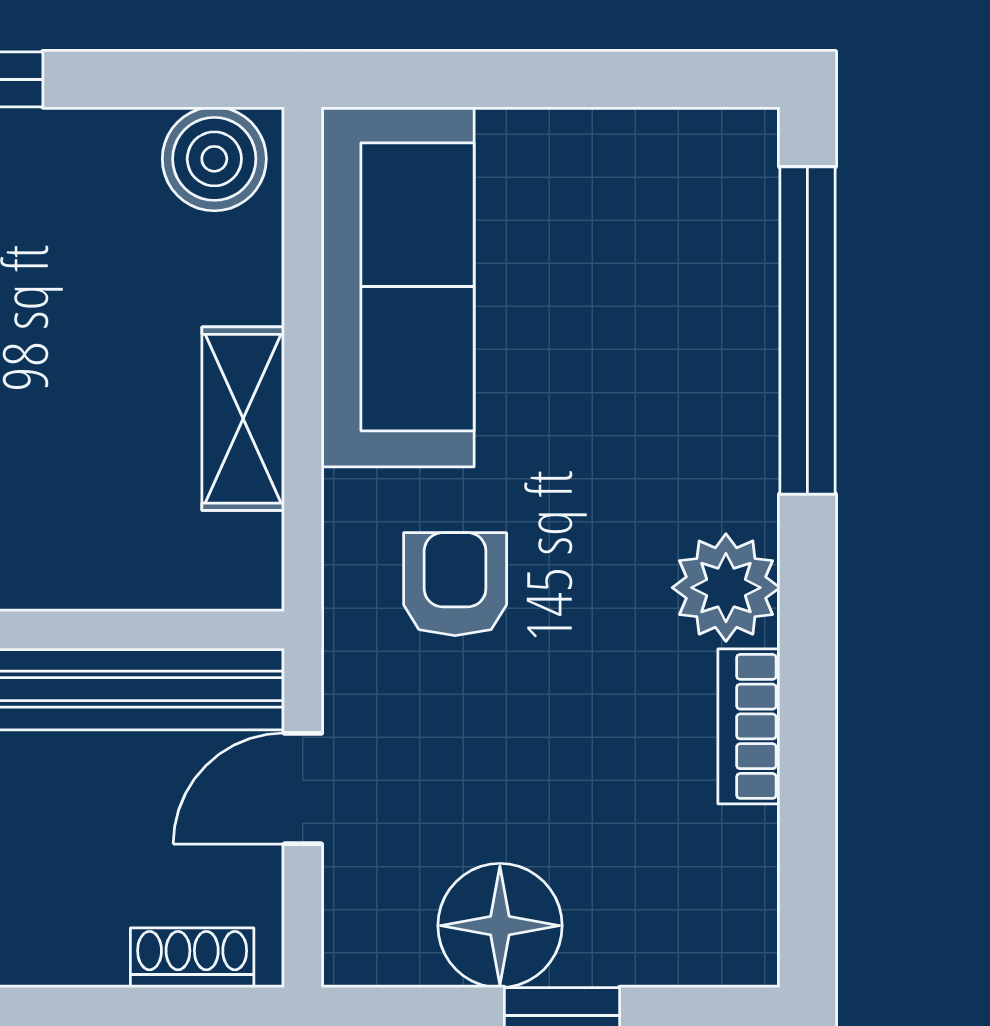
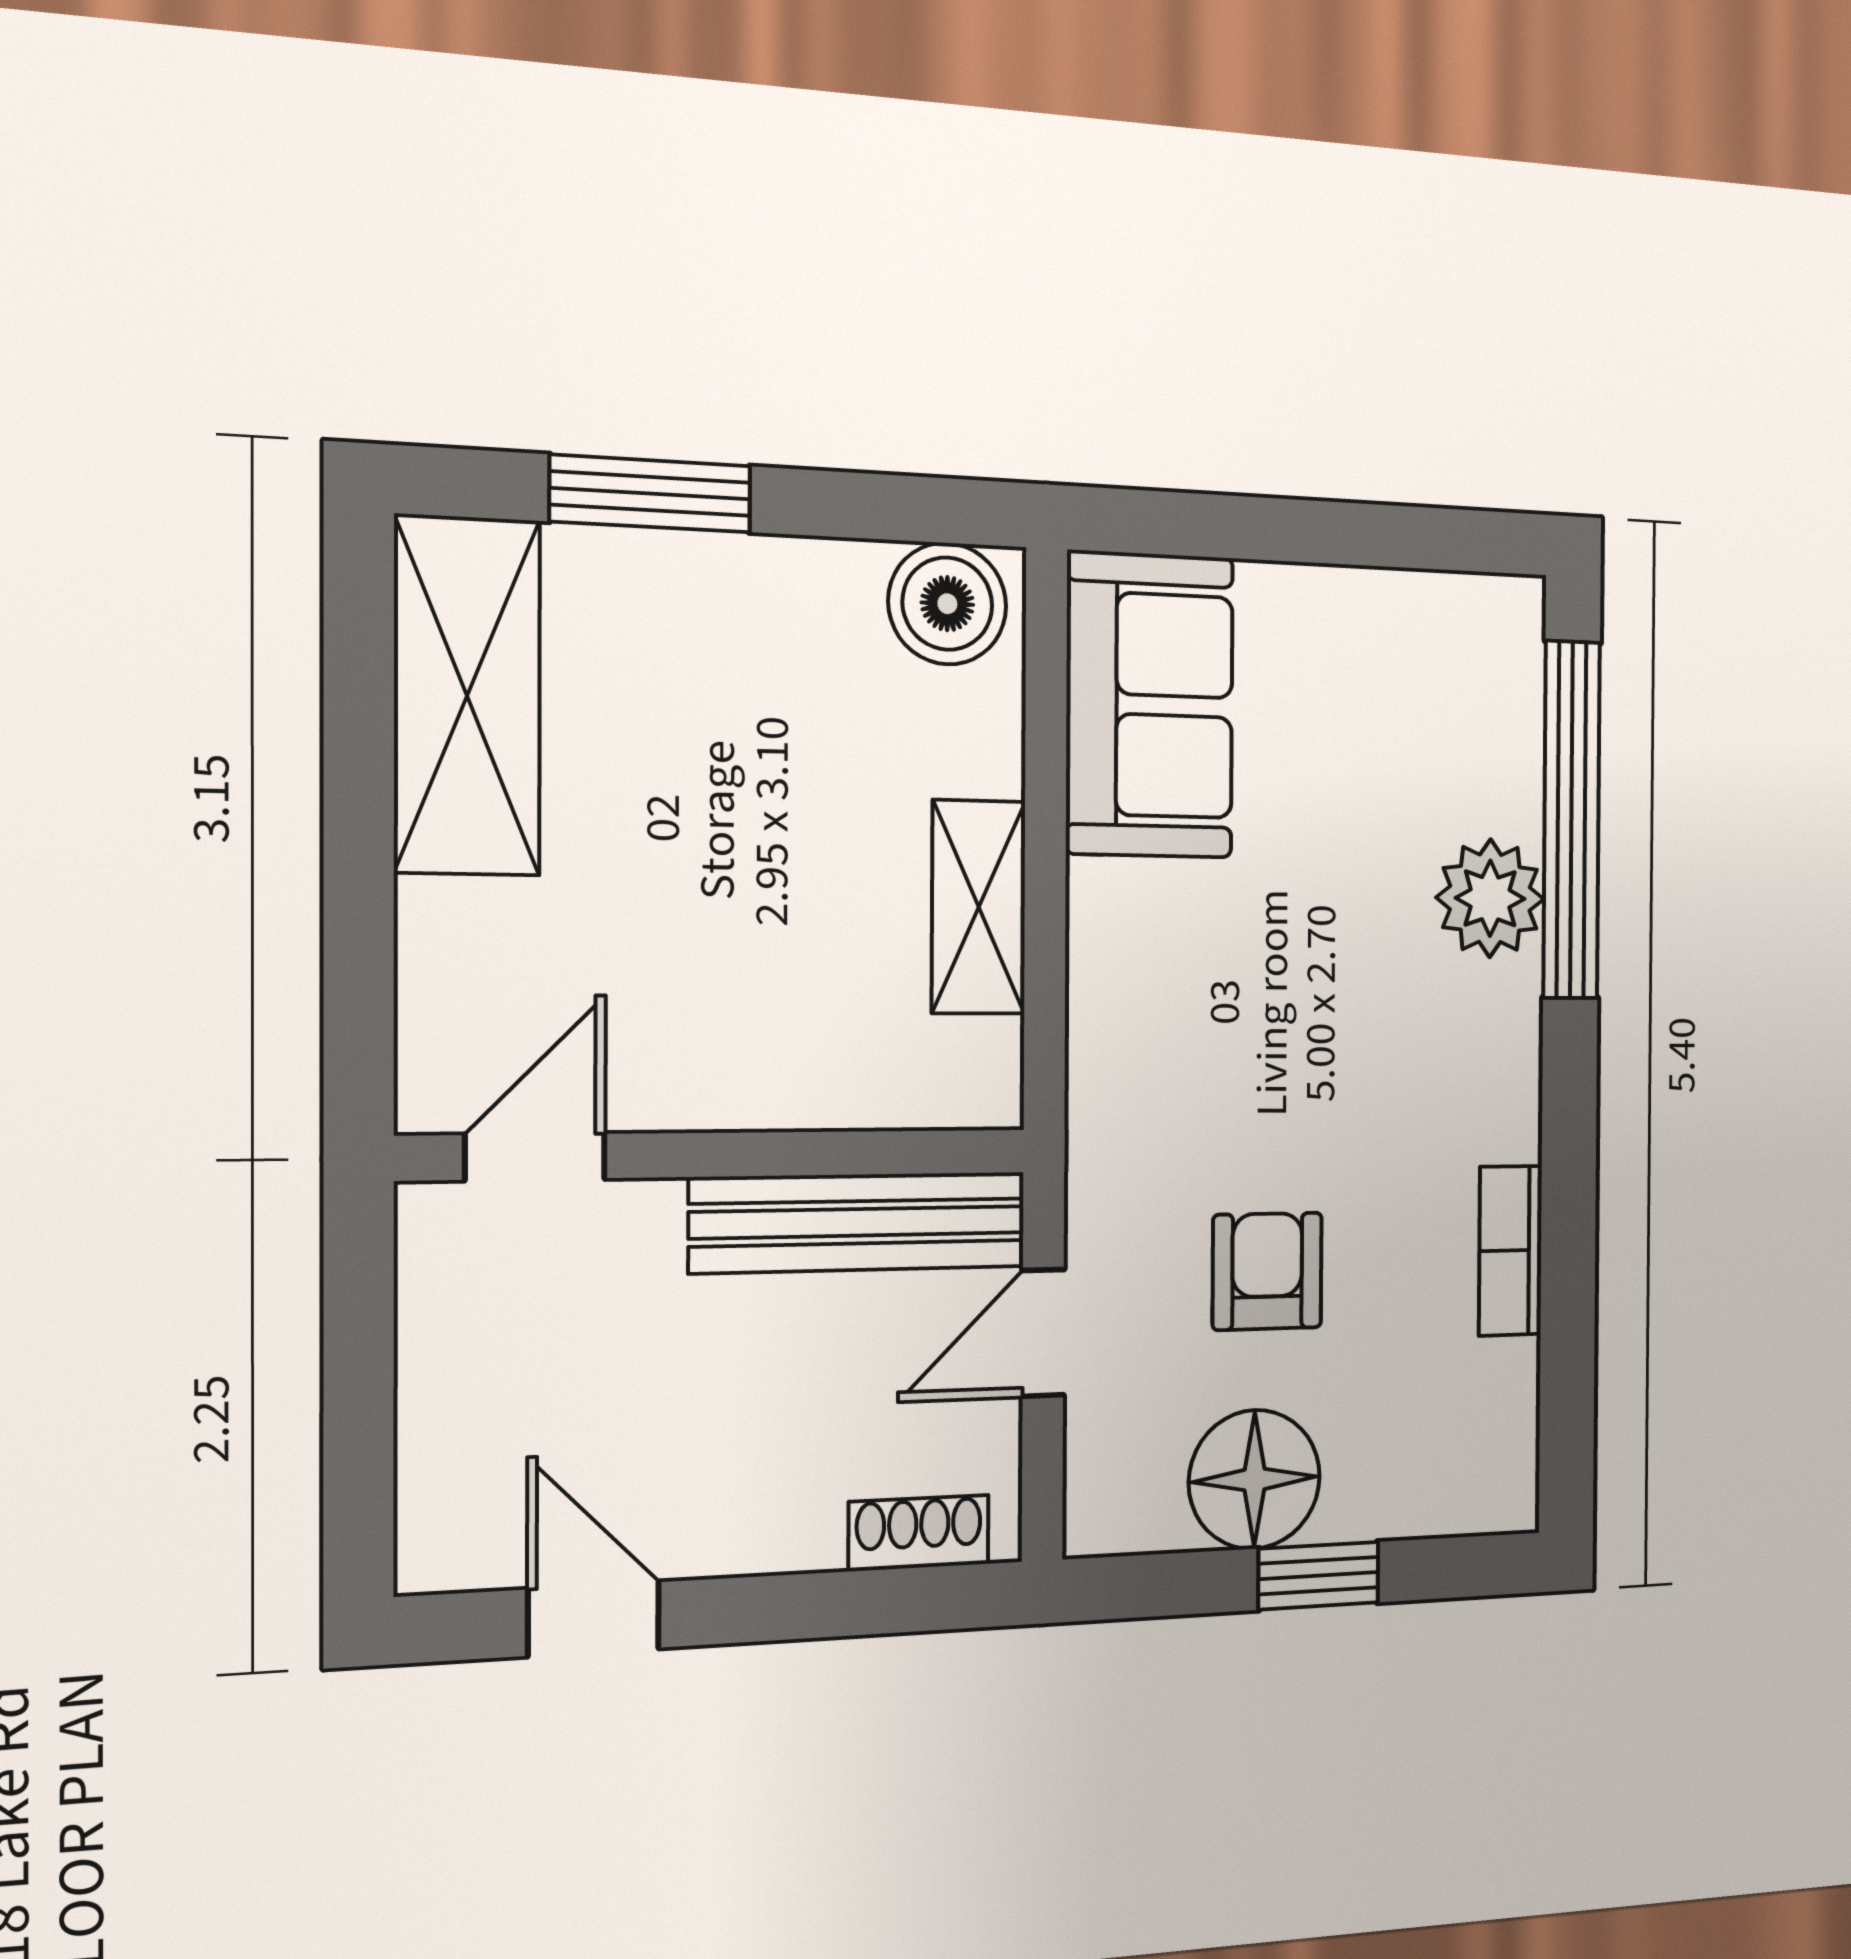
sofa: (398, 287) -> (1150, 705), width x0.73
armchair: (455, 584) -> (1267, 1271), moved
plant: (726, 588) -> (1490, 898), moved

